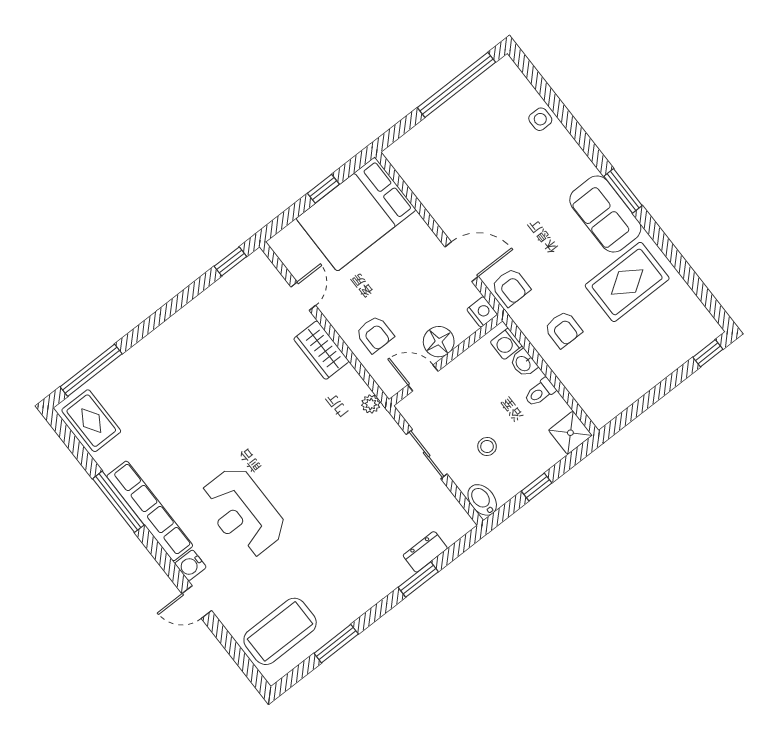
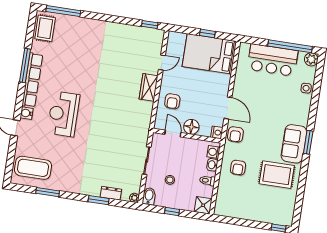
plant: (505, 72) -> (311, 59), added
bar counter: (453, 130) -> (273, 60), added
plant: (371, 404) -> (134, 198), moved

